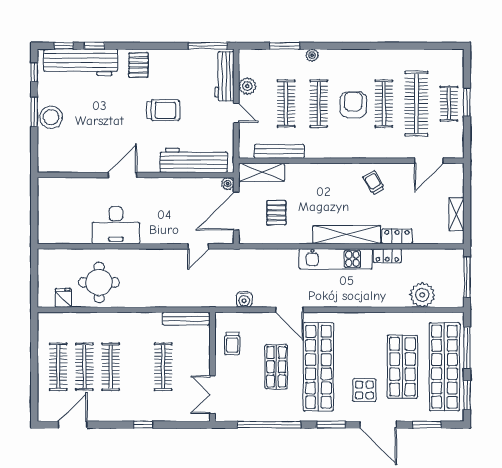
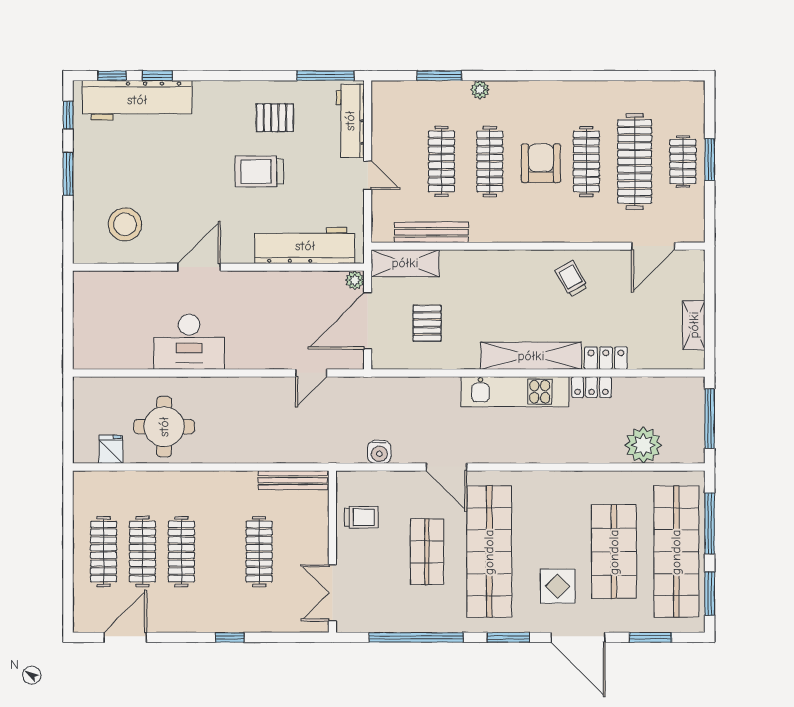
pallet: (138, 65) -> (275, 118), moved, turned 90
plant: (247, 86) -> (384, 135), removed
trolley: (163, 110) -> (259, 171), turned 180
stool: (51, 117) -> (125, 224), moved
trolley: (232, 344) -> (361, 517), turned -90

